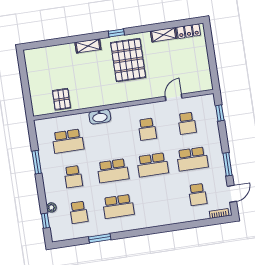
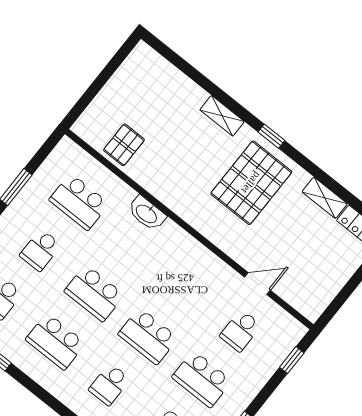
school desk: (147, 129) -> (109, 384), moved

